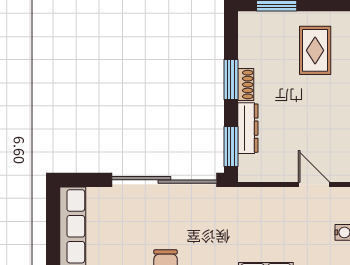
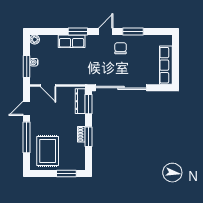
rug: (315, 50) -> (48, 151), width x1.36, depth x1.43
dresser: (248, 128) -> (80, 101), moved

